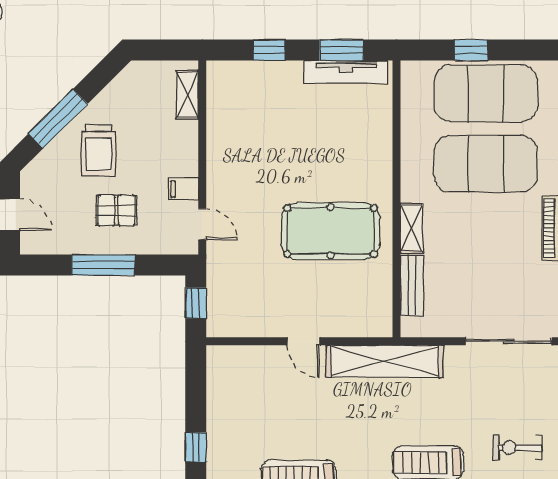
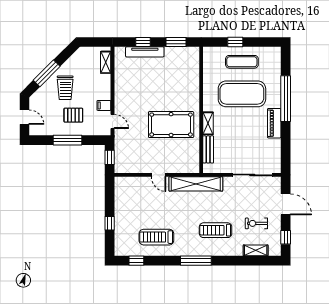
tv unit: (346, 72) -> (145, 52), moved
exercise mat: (486, 93) -> (242, 62), width x0.50, depth x0.69

